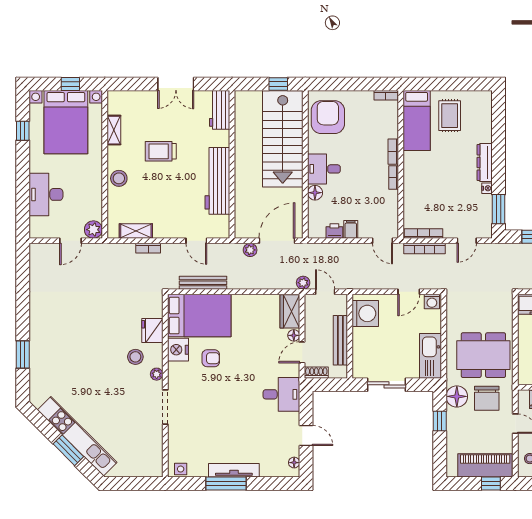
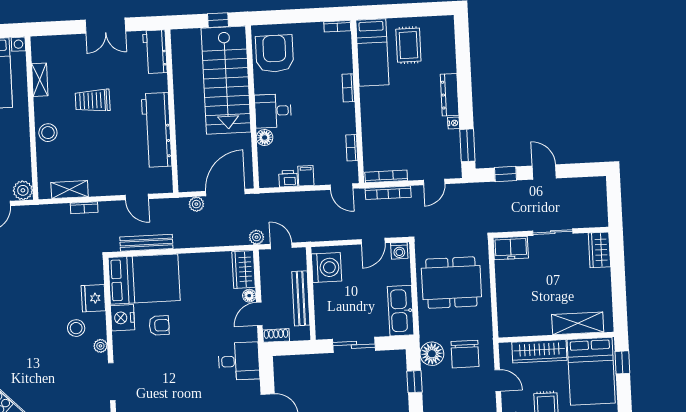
bookcase: (394, 178) -> (352, 148), moved
dining table: (483, 355) -> (451, 283), moved

